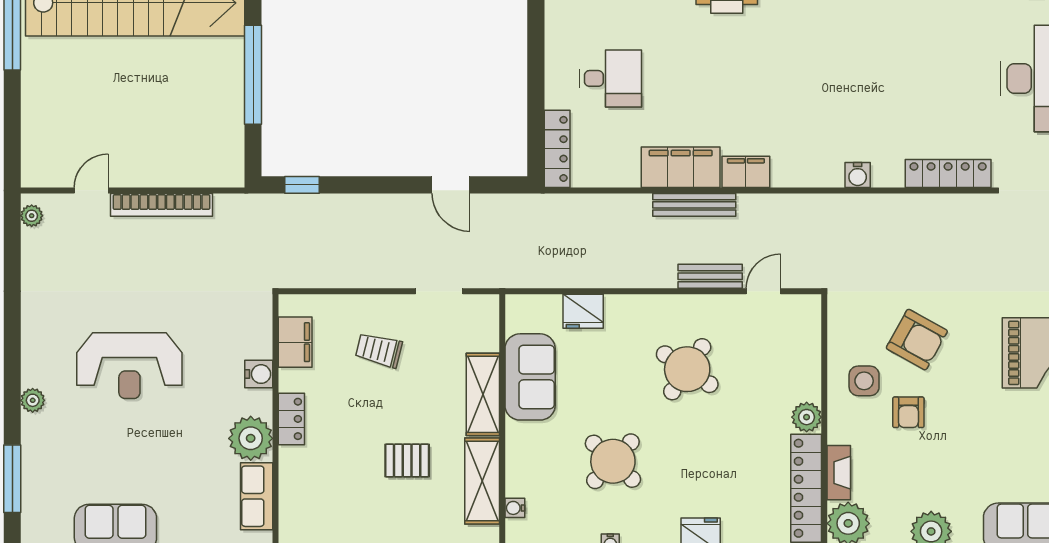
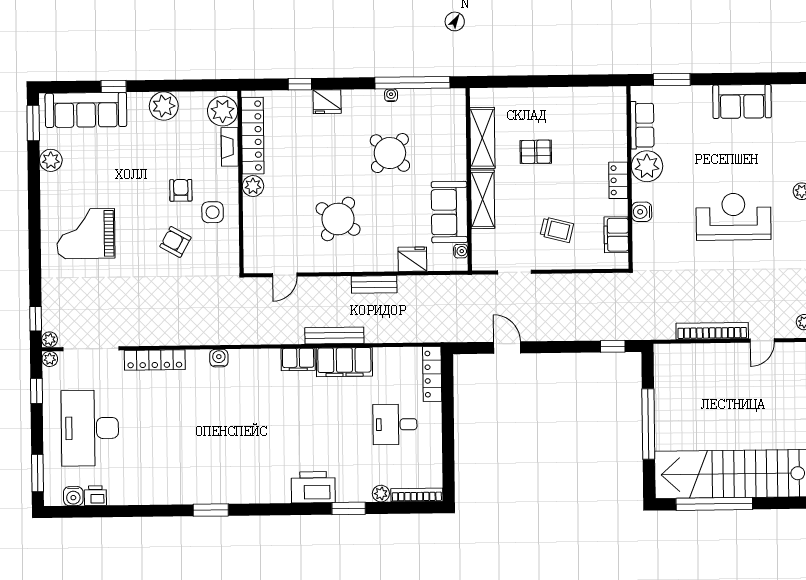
bench: (710, 276) -> (374, 284), moved
armchair: (917, 340) -> (175, 242), width x0.72, depth x0.72
water cooler: (515, 508) -> (461, 251), moved

